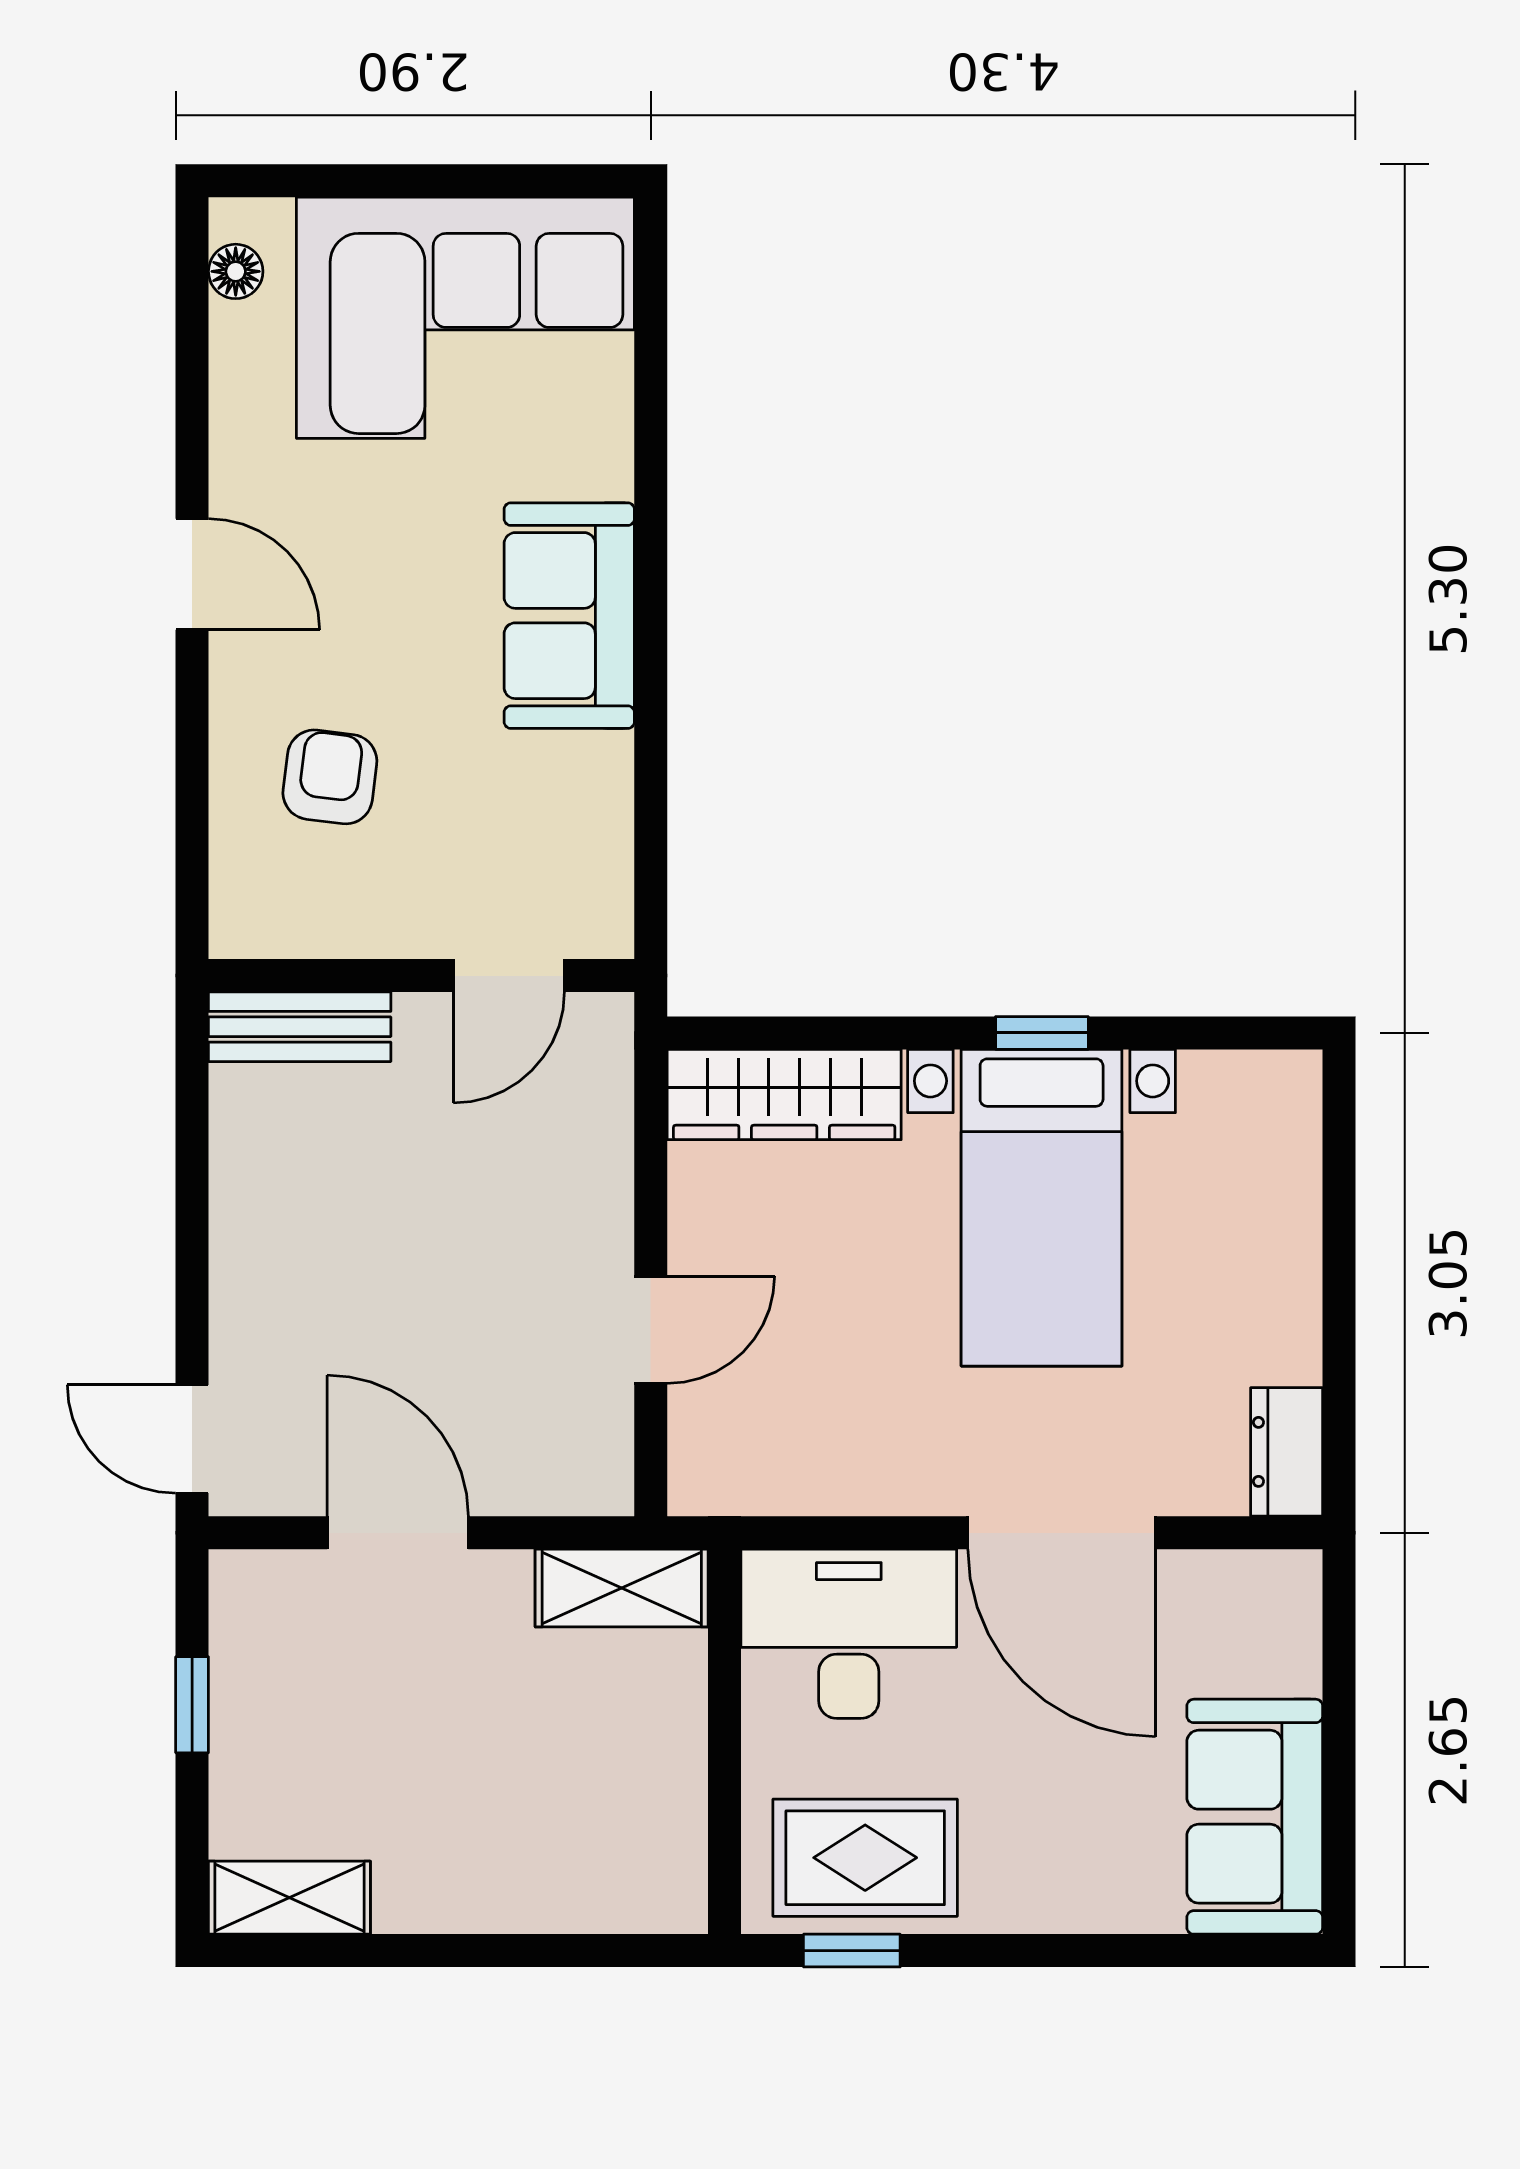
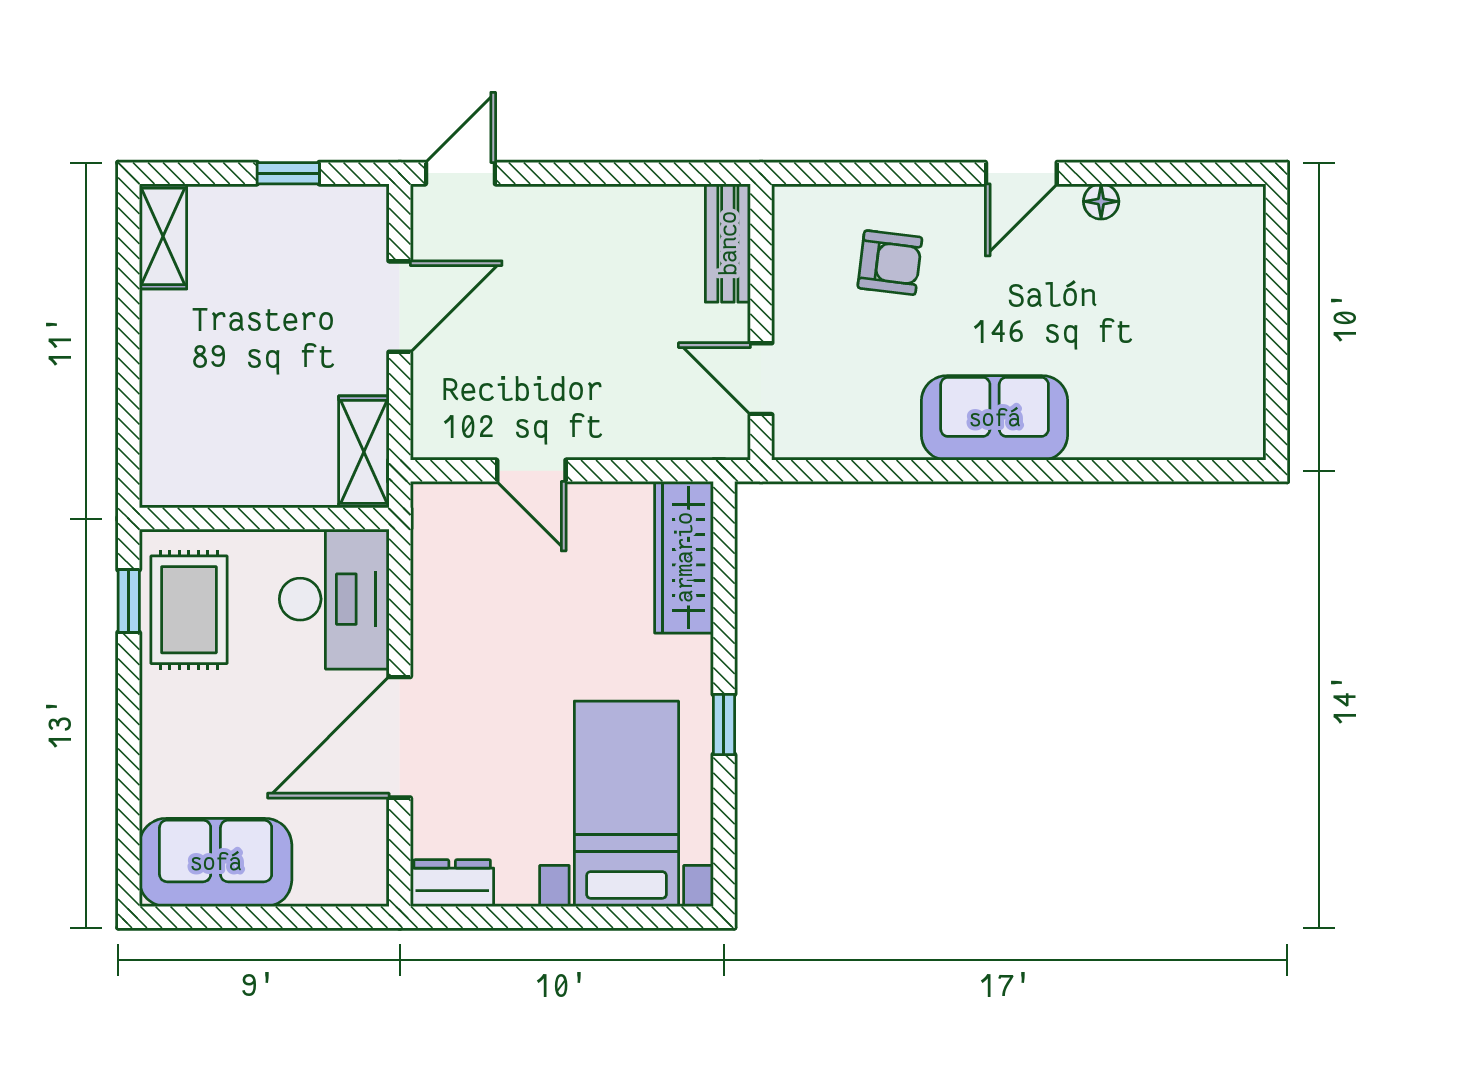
floor lamp: (236, 271) -> (1101, 201), moved
corner sofa: (465, 318) -> (1188, 351), removed
bed with nightstands: (1042, 1208) -> (626, 804), moved, turned 90

